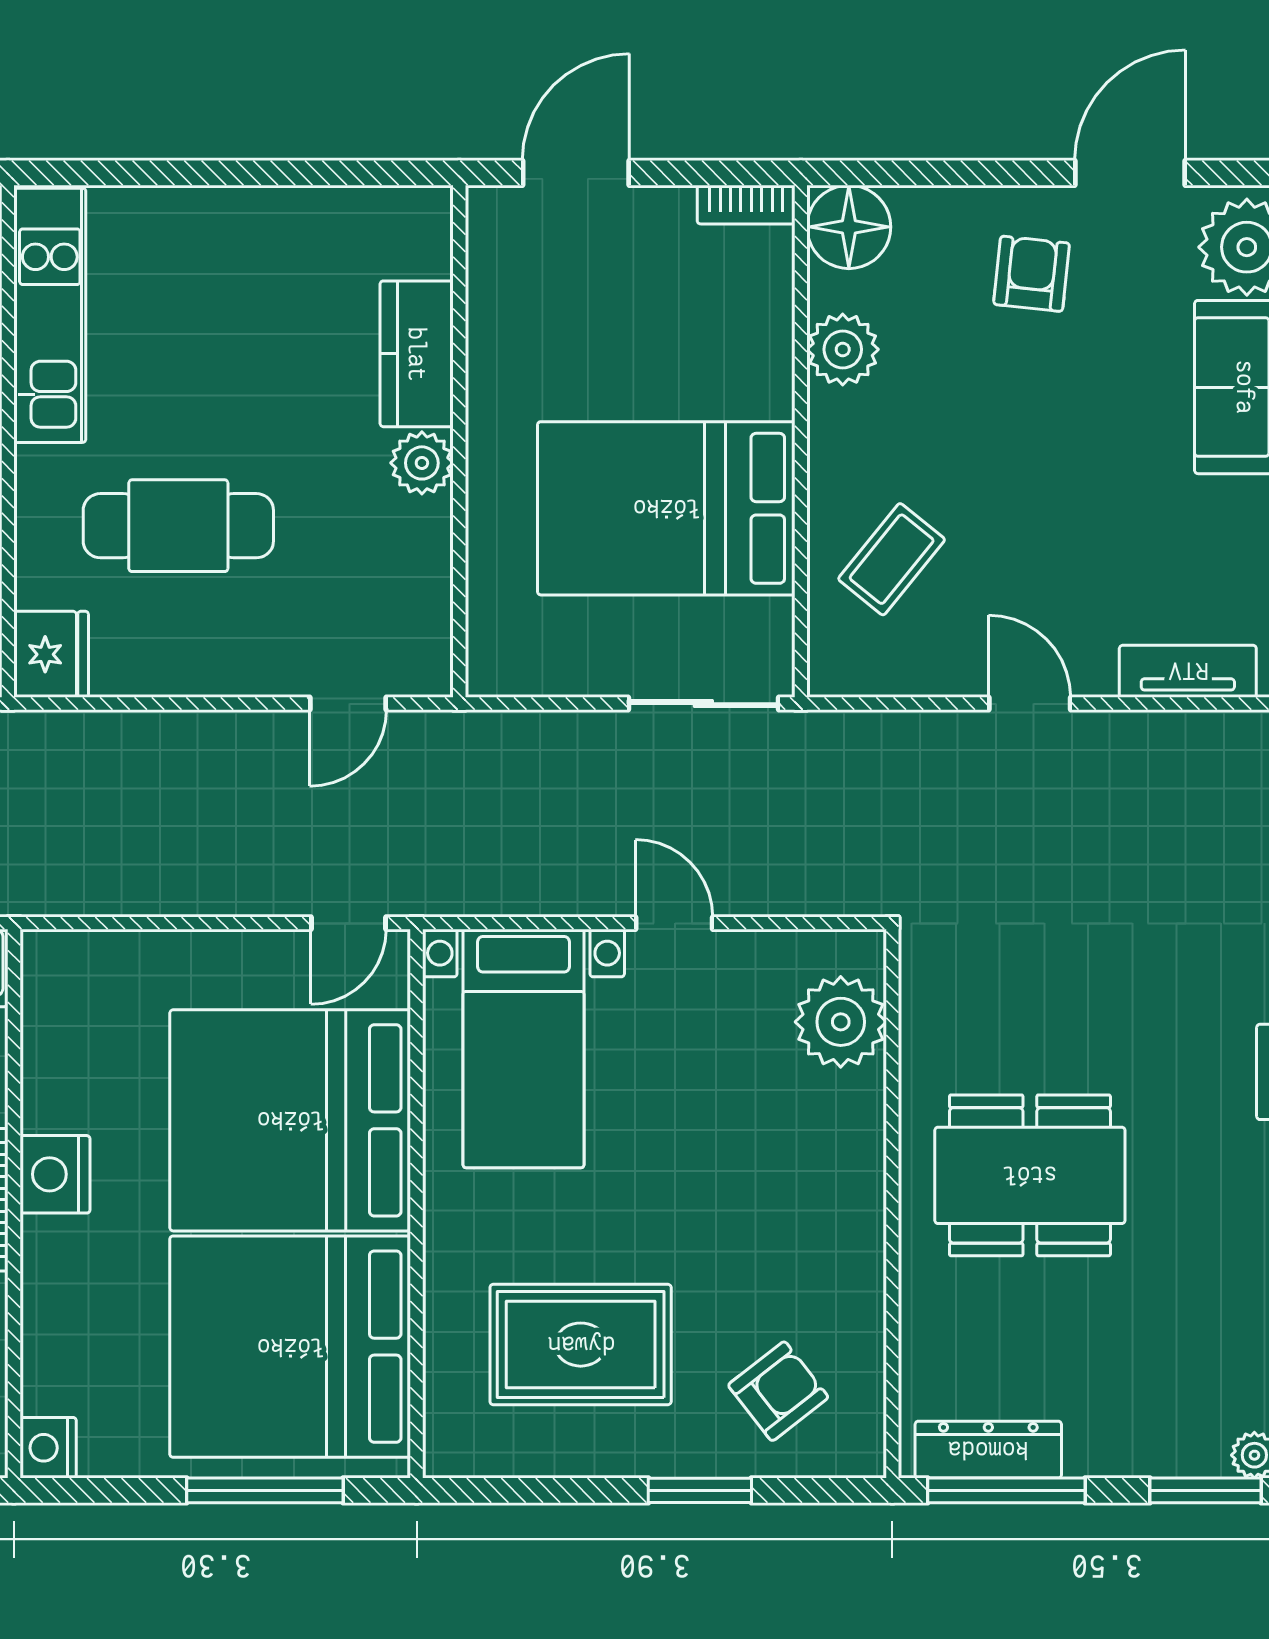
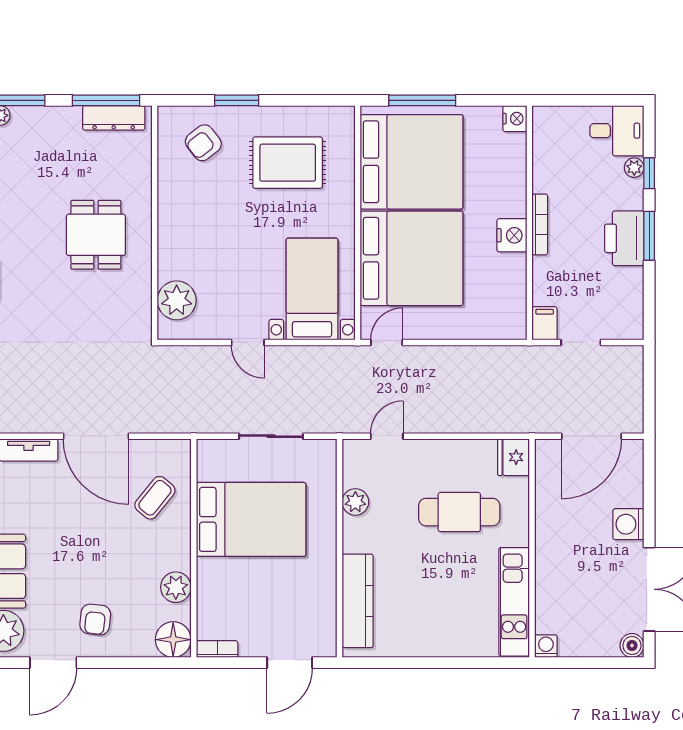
kitchen counter: (417, 354) -> (358, 601), width x1.50
plant: (422, 463) -> (355, 502), moved
sliding door: (703, 704) -> (271, 436), moved
door: (1030, 704) -> (96, 436), width x1.88
dining table: (1030, 1175) -> (96, 235), width x0.73

